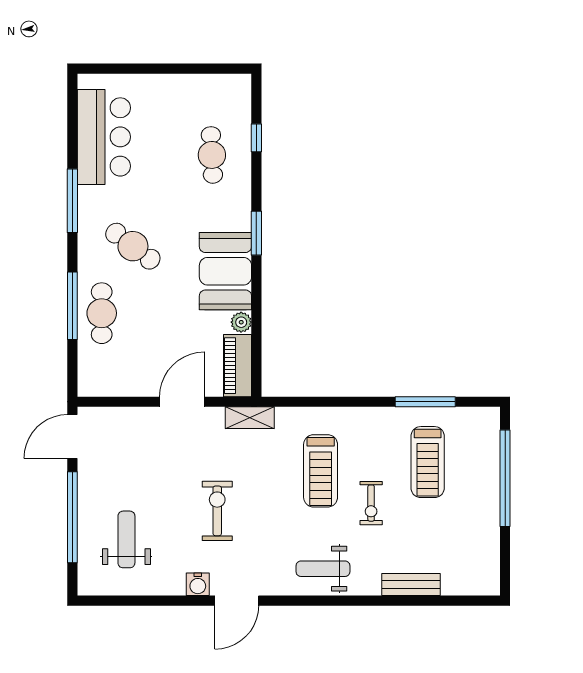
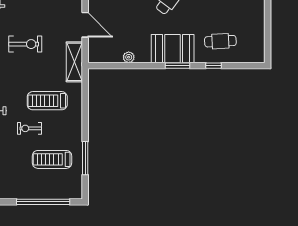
window: (256, 138) -> (214, 66), moved
booth: (225, 271) -> (173, 49), moved
piano: (238, 366) -> (105, 55), removed
shelving: (250, 418) -> (74, 62), width x1.50, depth x1.33

